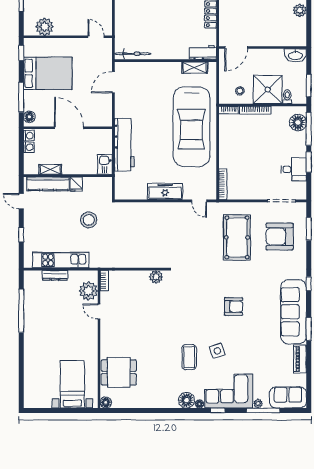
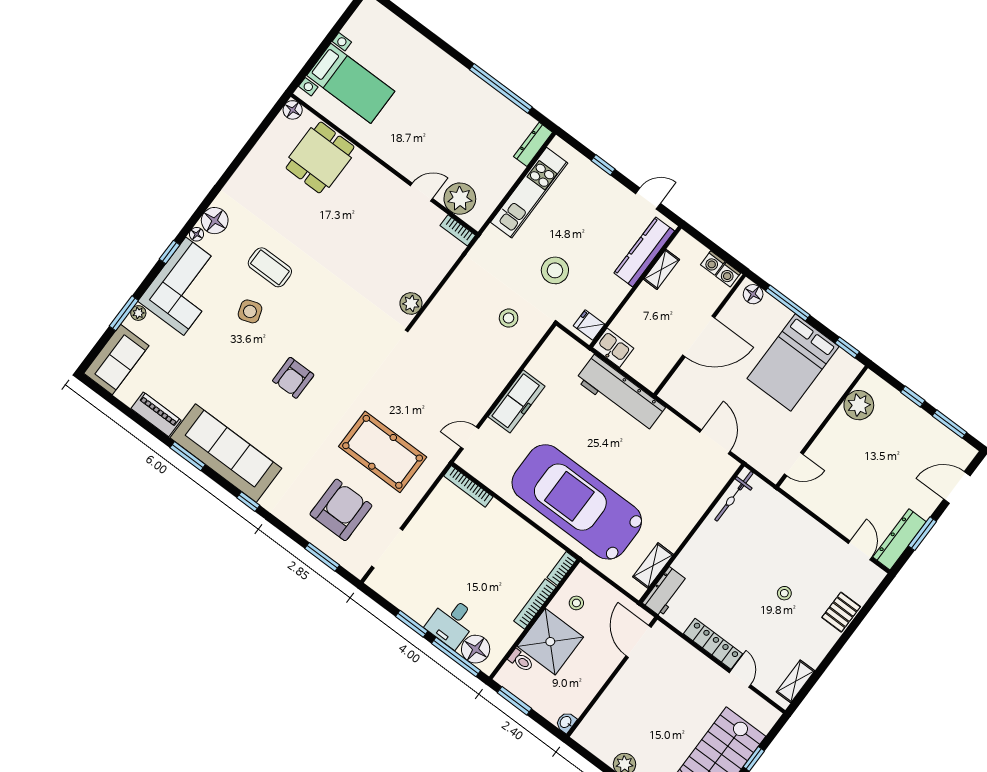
washbasin: (295, 55) -> (566, 722), width x0.52, depth x0.69
desk: (294, 169) -> (452, 622), moved
fridge: (76, 184) -> (589, 325), moved
stool: (128, 225) -> (509, 318), added
dresser: (55, 275) -> (533, 144), moved
window: (263, 410) -> (124, 313), width x0.69

